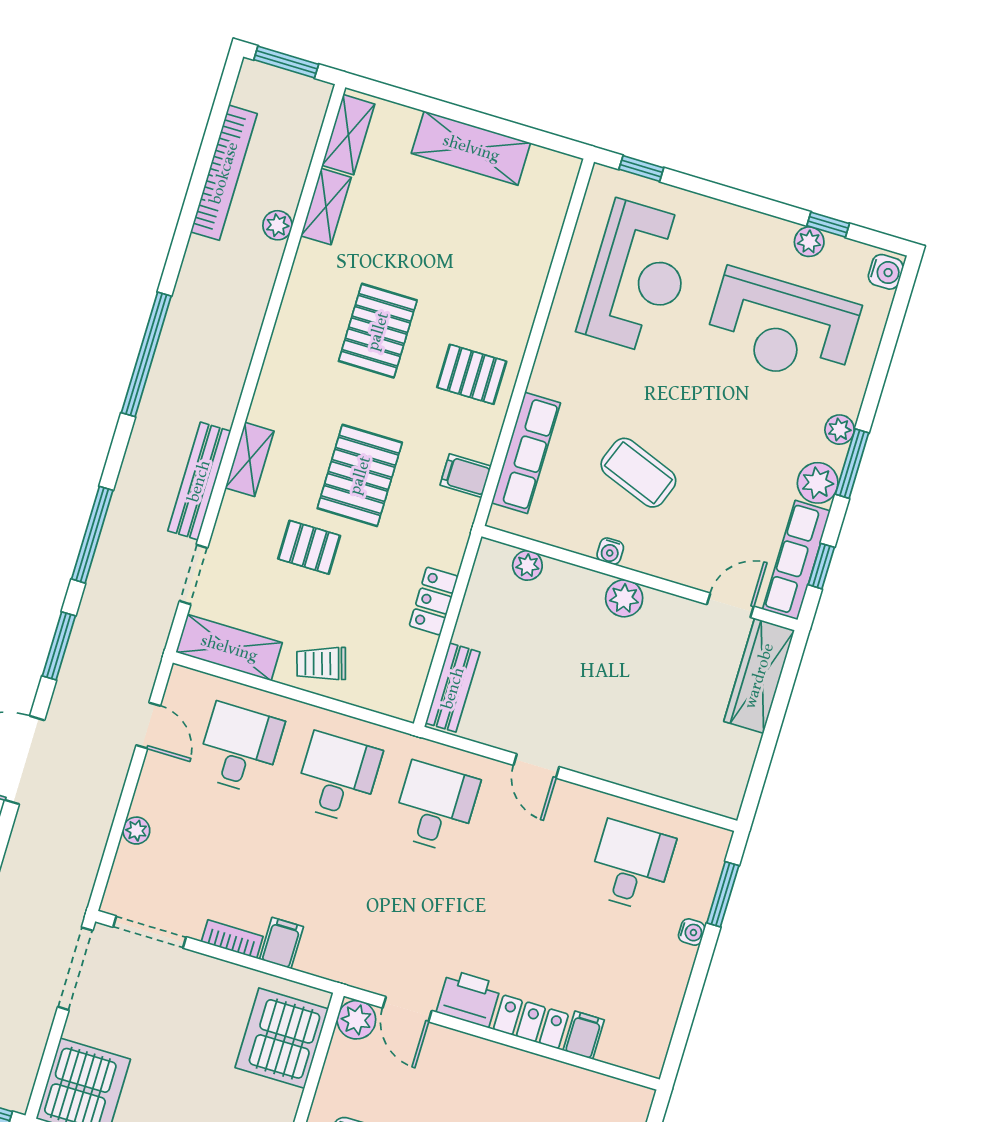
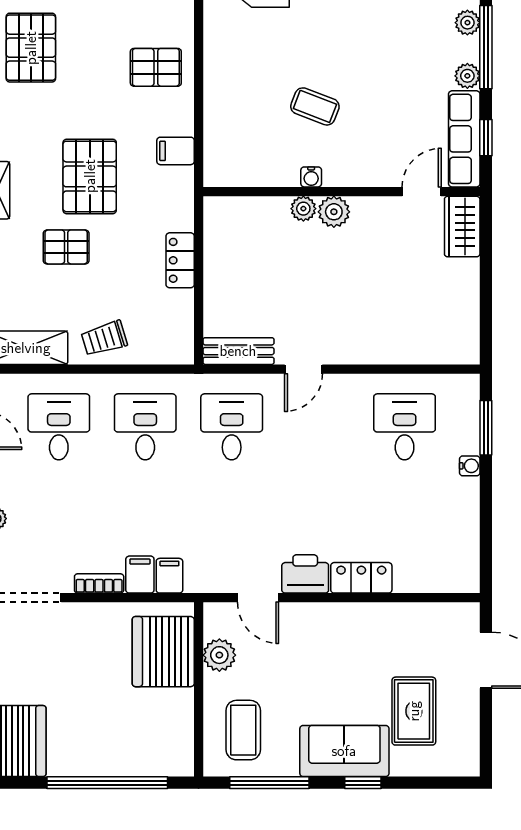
pallet: (378, 331) -> (31, 48), moved
row of seats: (526, 453) -> (219, 118), removed
window: (852, 464) -> (486, 47), width x1.44
coffee table: (638, 473) -> (315, 106), width x0.73, depth x0.77
plant: (818, 483) -> (467, 76), width x0.73, depth x0.73
plant: (527, 565) -> (303, 209), moved
wardrobe: (759, 676) -> (462, 227), width x0.67
bench: (453, 688) -> (238, 351), moved, turned 90
door: (536, 766) -> (304, 369), hinge flipped
plant: (356, 1020) -> (219, 655), moved
filing cabinet: (584, 1035) -> (169, 576), moved

